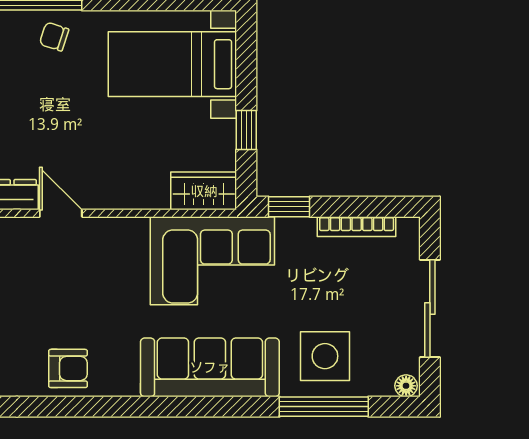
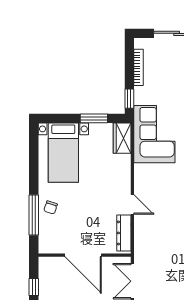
window: (246, 130) -> (94, 118), width x1.50
door: (61, 213) -> (132, 204), swing flipped

